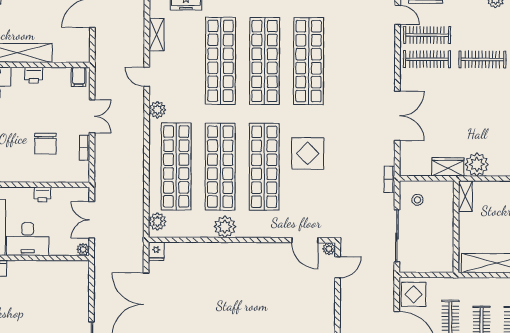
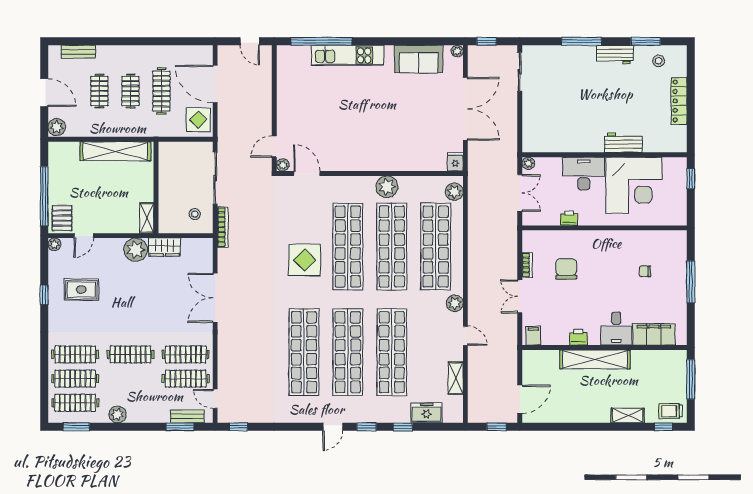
bookcase: (389, 179) -> (223, 227), width x1.56

